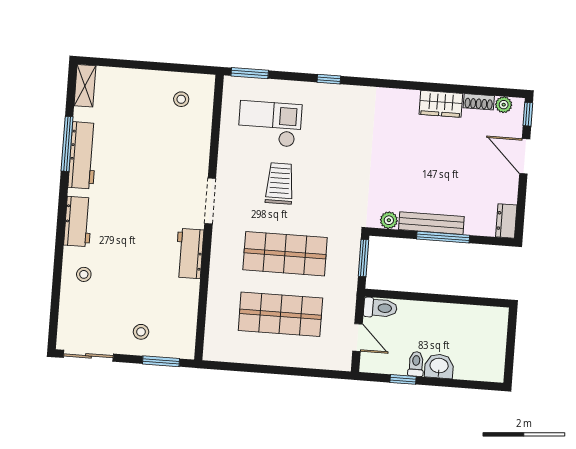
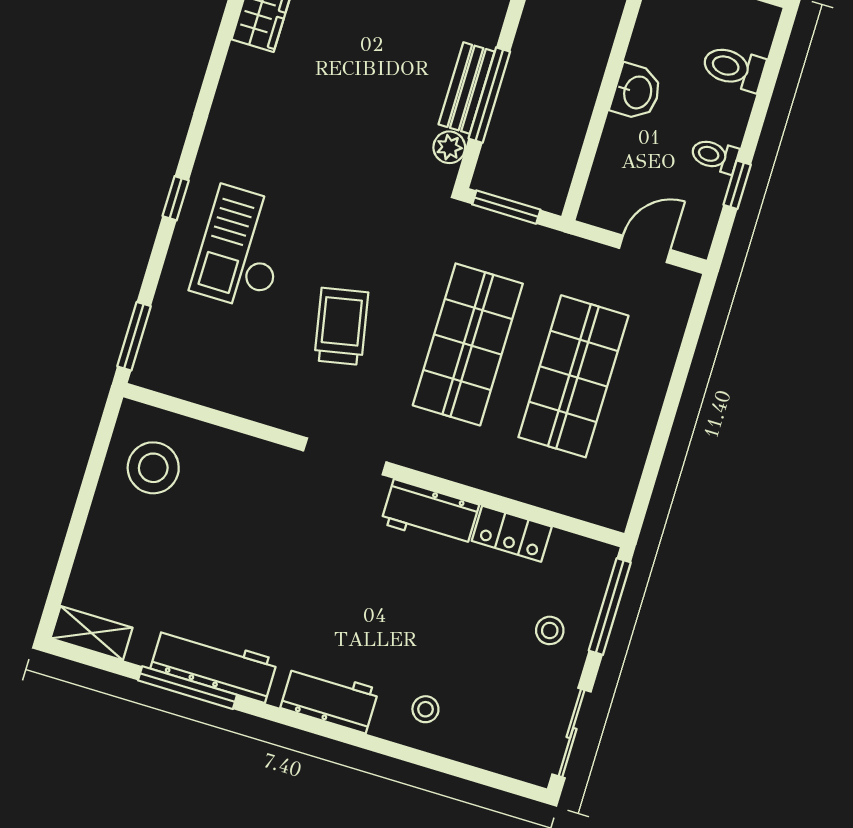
stool: (181, 99) -> (153, 468), width x1.89, depth x1.89
checkout: (270, 124) -> (242, 248), moved
trolley: (280, 183) -> (341, 326), turned 79
bench: (431, 223) -> (467, 88), width x0.73
window: (443, 237) -> (489, 95), moved
locker: (188, 300) -> (512, 534), added
toilet: (380, 308) -> (734, 68), moved, turned -90
window: (161, 361) -> (610, 607), width x1.44
washbasin: (439, 366) -> (636, 92), moved, turned 180

